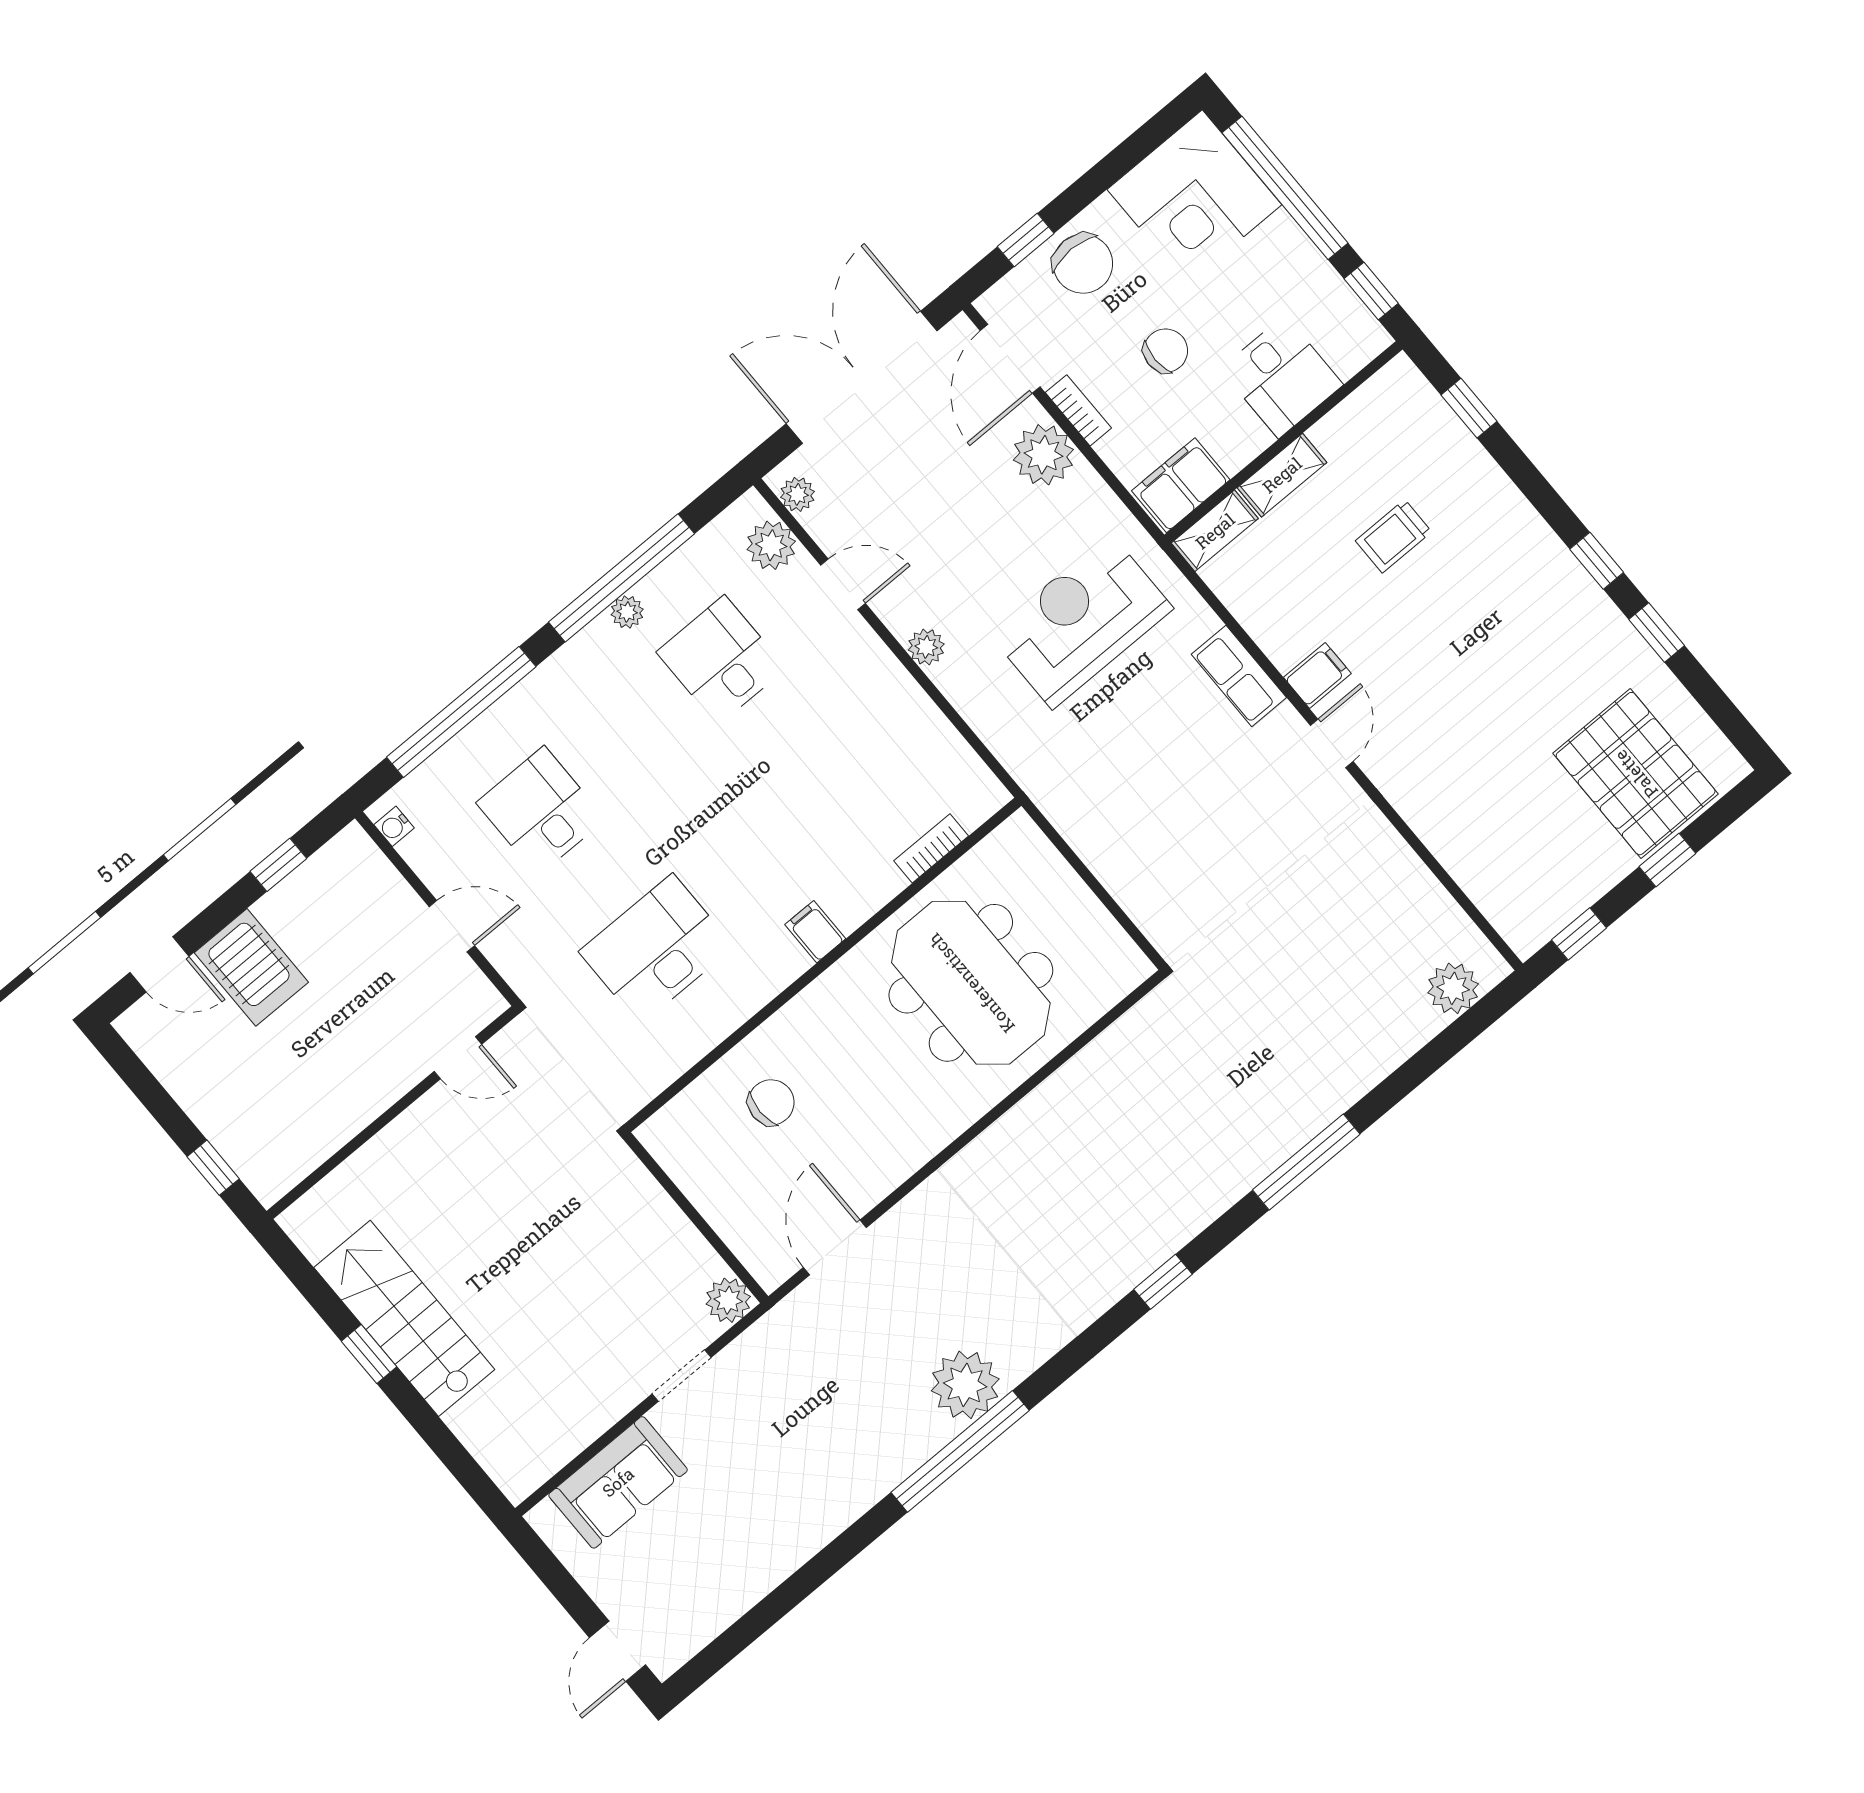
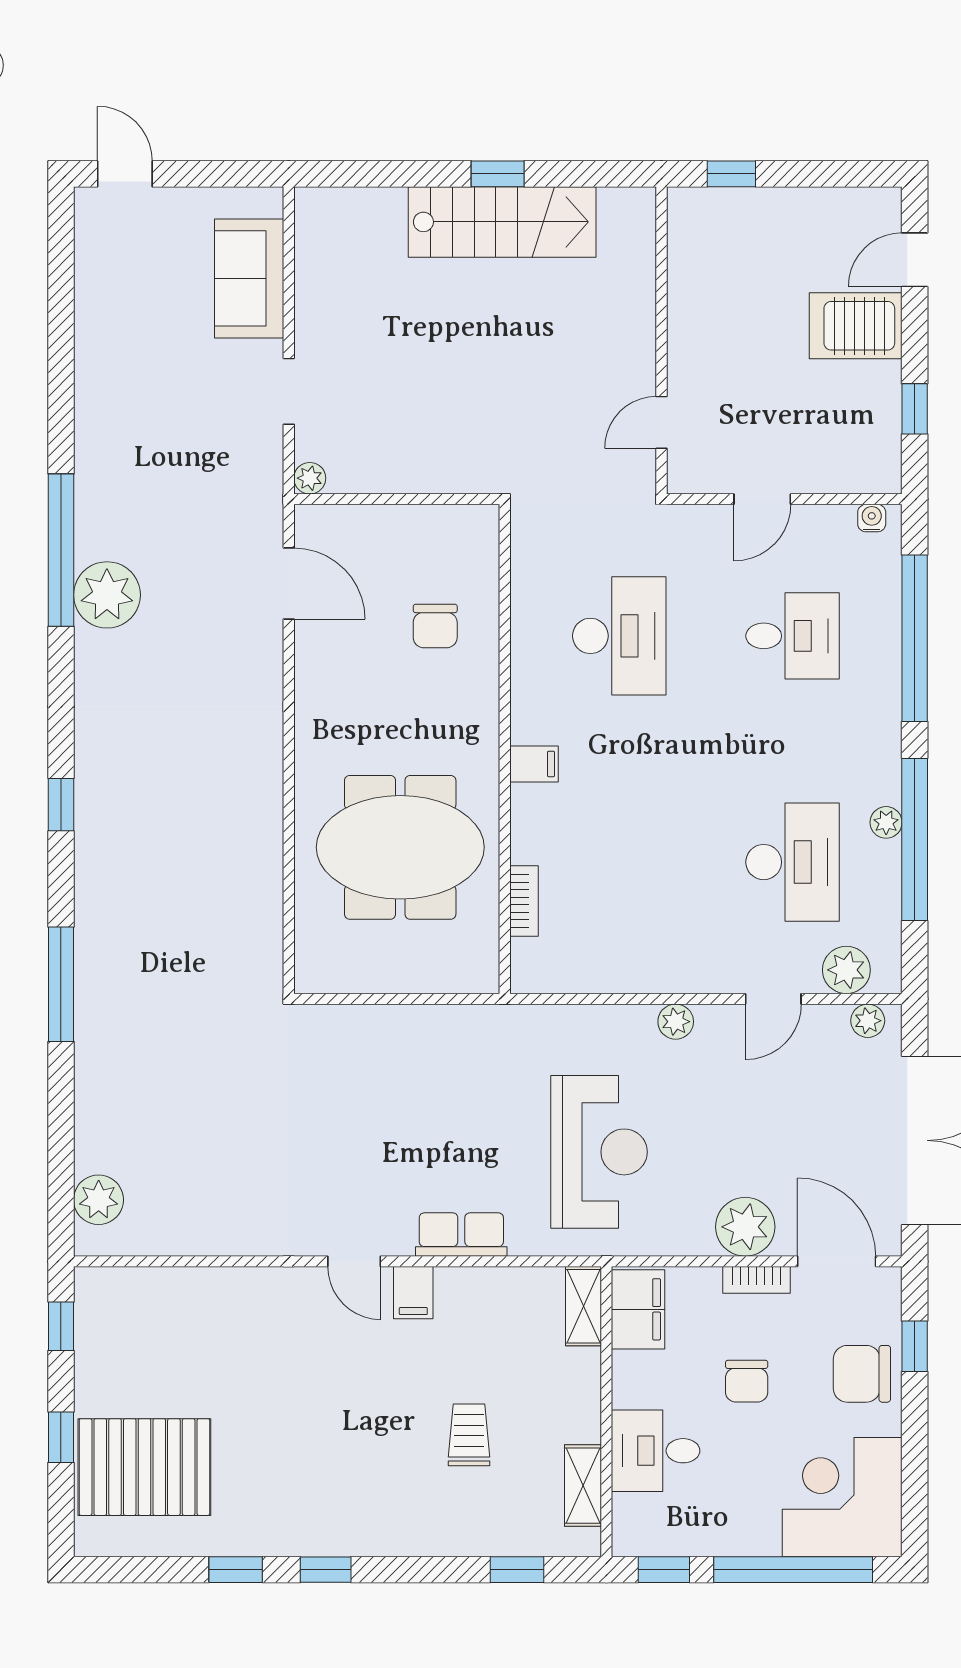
shelving: (1282, 475) -> (583, 1486), moved
desk: (721, 660) -> (793, 862), width x1.37
plant: (728, 1300) -> (310, 478), width x0.73, depth x0.73

